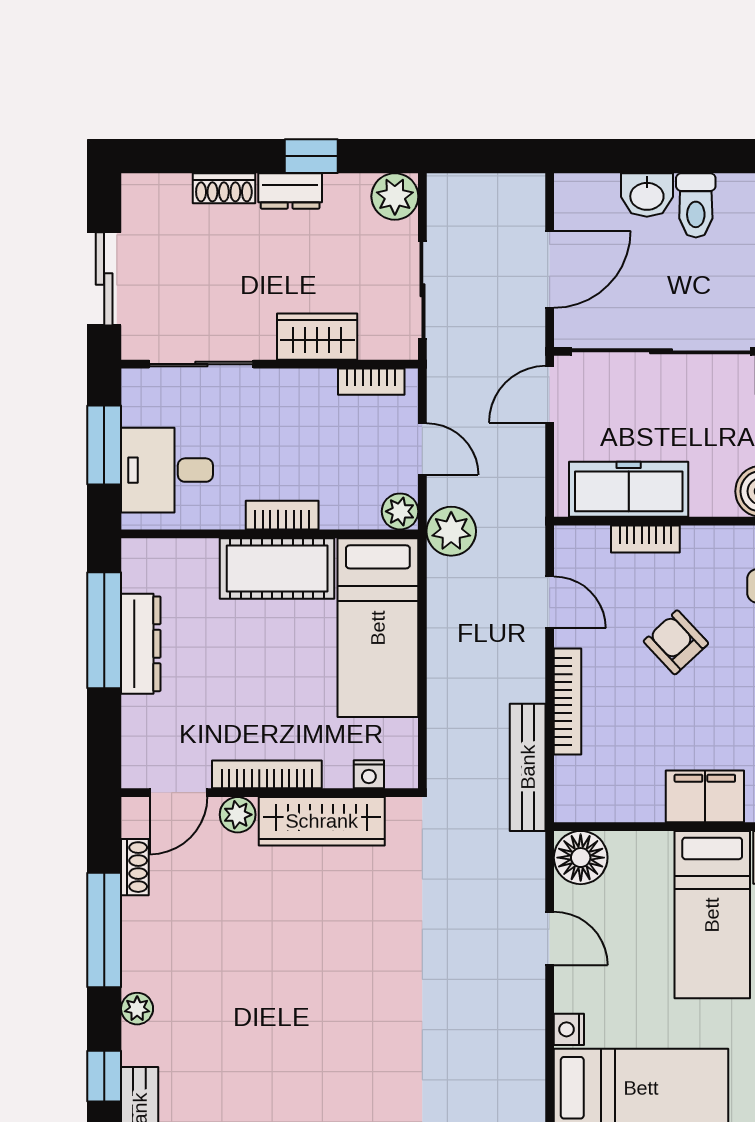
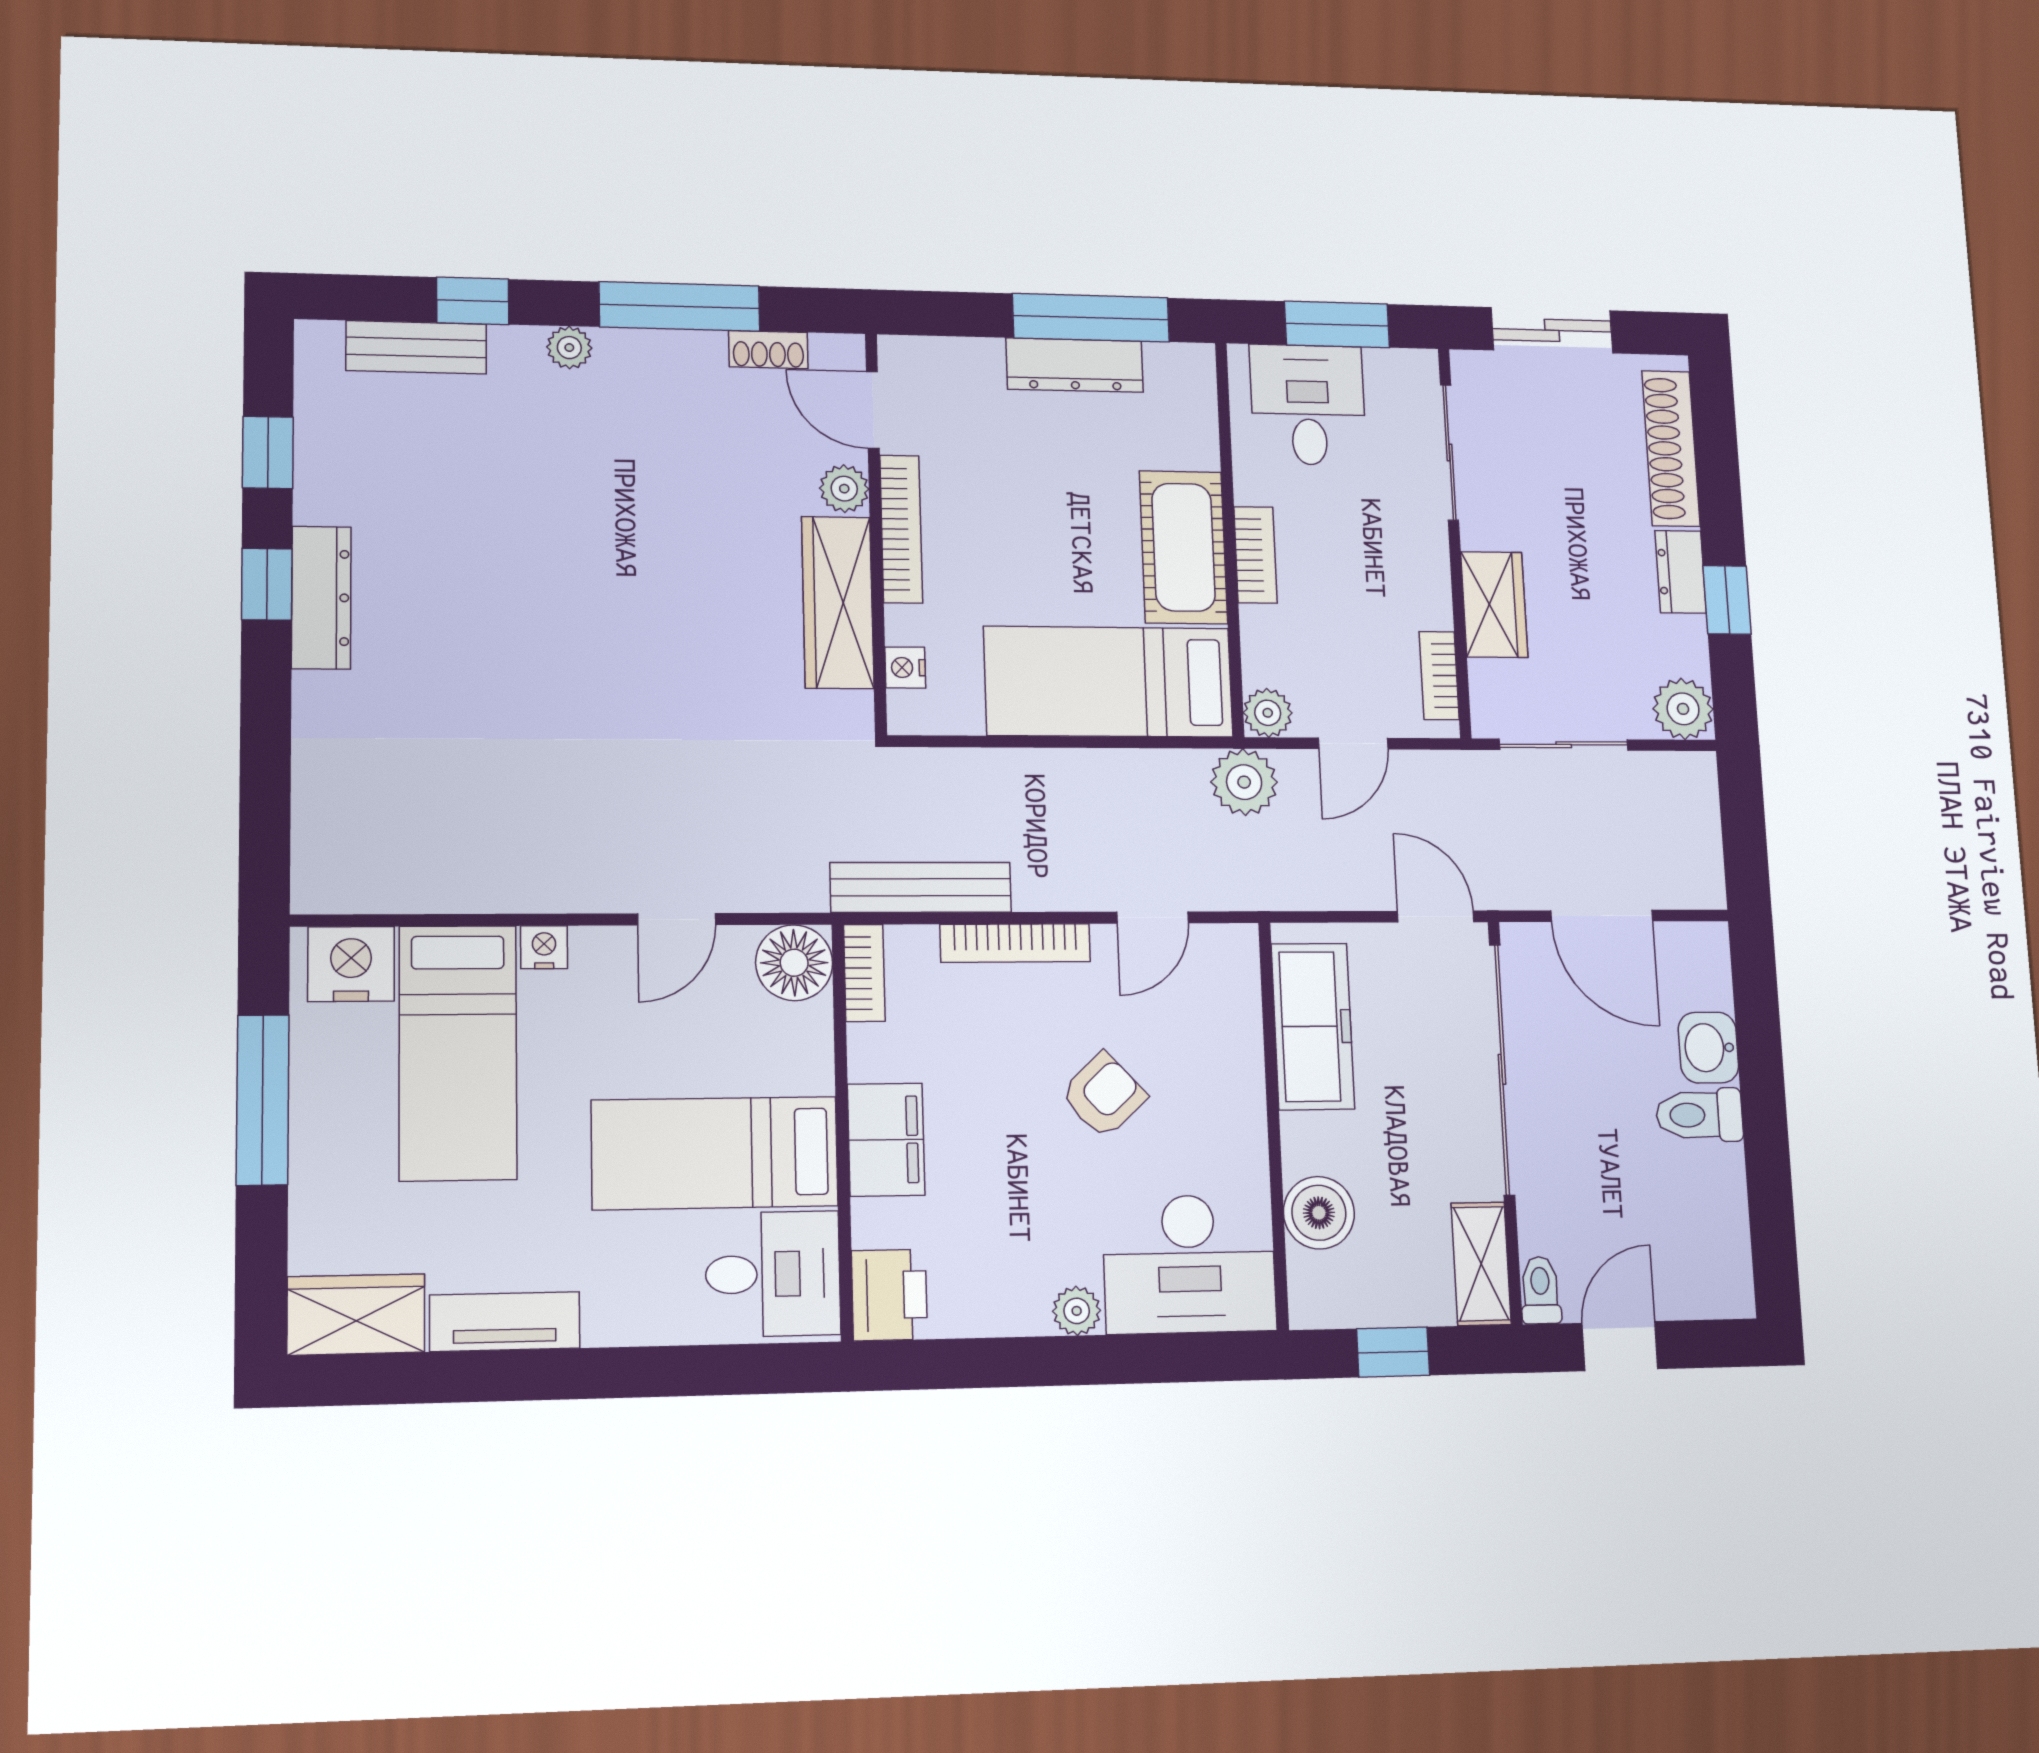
shoe rack: (224, 188) -> (1671, 448), width x1.94, depth x1.24
bookcase: (645, 539) -> (864, 973), moved, turned 180

